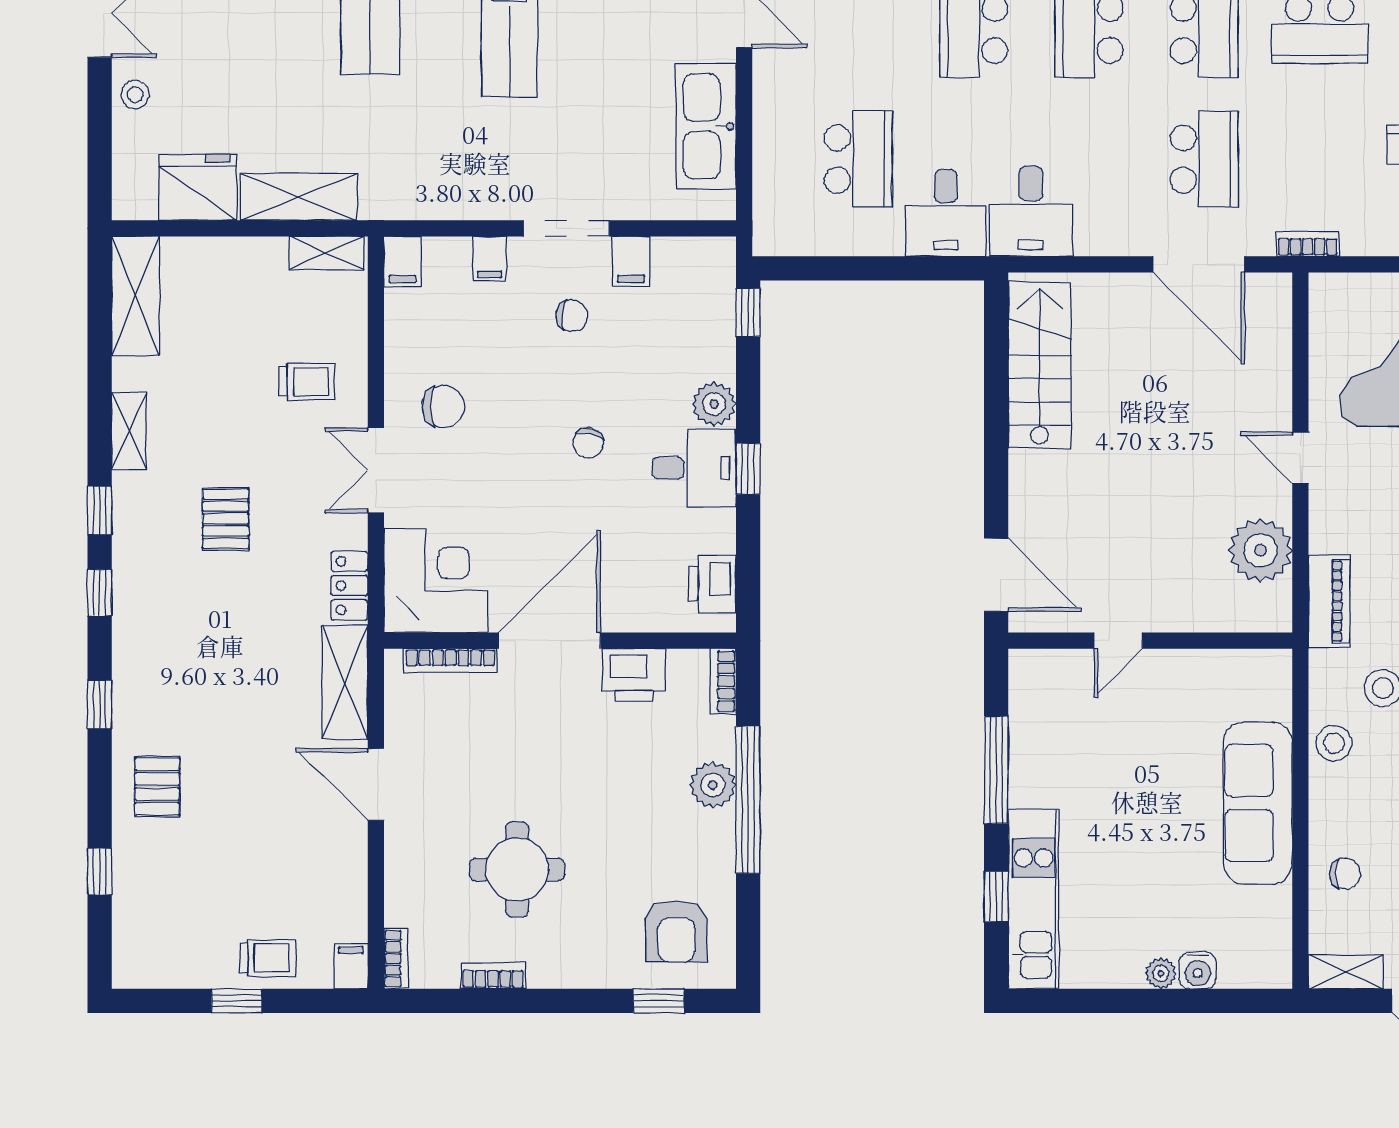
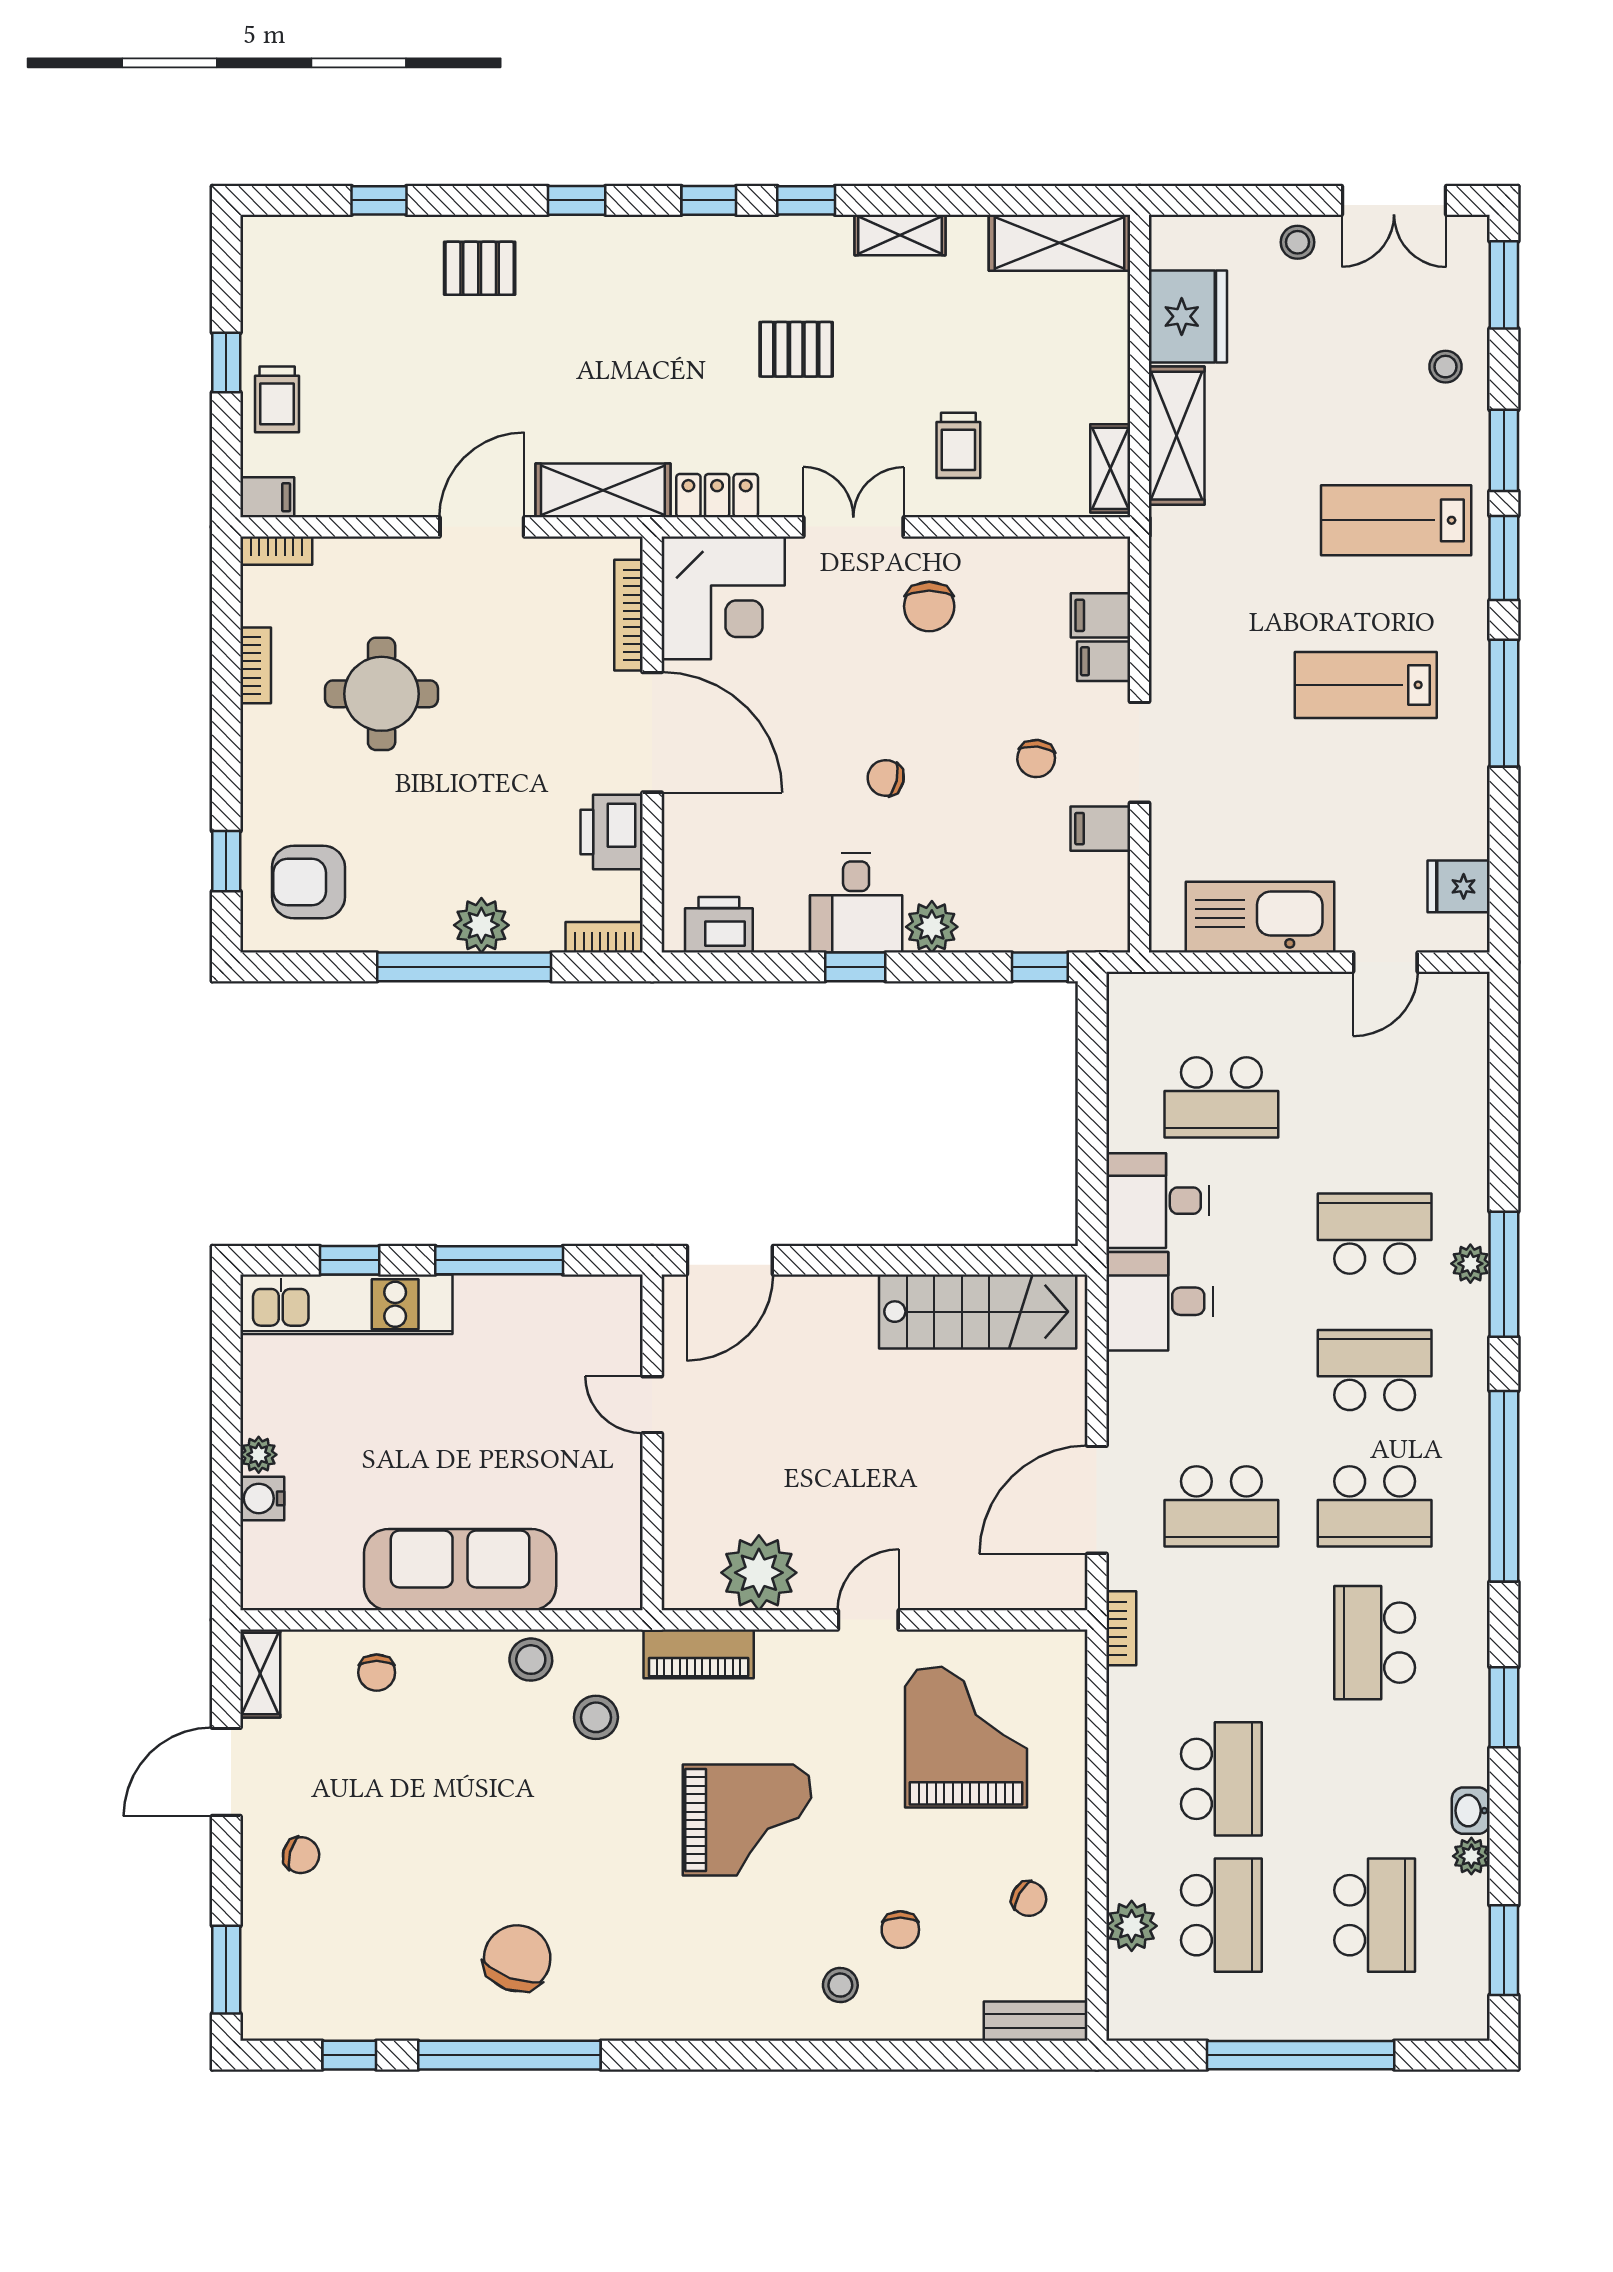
filing cabinet: (403, 261) -> (1100, 615), moved

